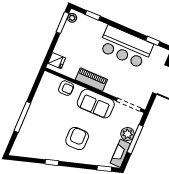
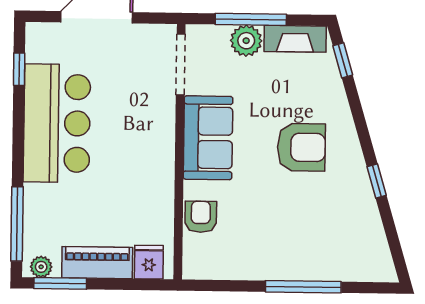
window: (93, 15) -> (17, 224), width x2.17
piano: (91, 80) -> (97, 263), moved, turned 90
armchair: (77, 138) -> (301, 147), turned 180

